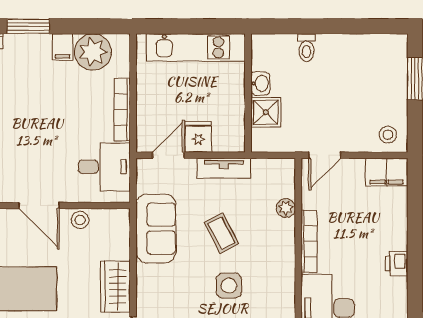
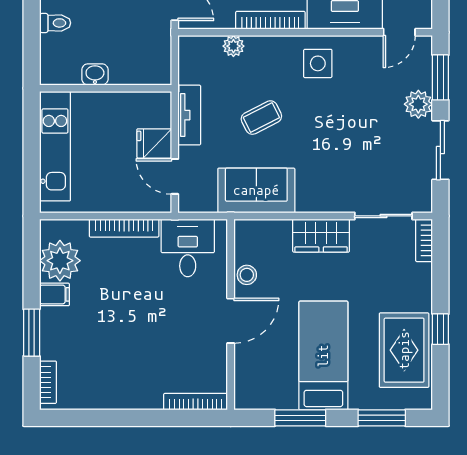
shower: (266, 112) -> (127, 68), removed
side table: (229, 286) -> (318, 63), moved

